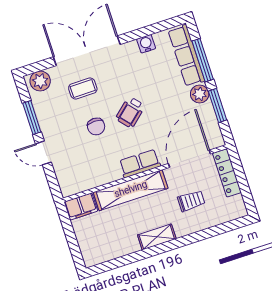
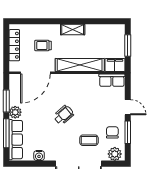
chair: (96, 126) -> (112, 132), moved
row of seats: (140, 164) -> (112, 80), moved
locker: (227, 173) -> (14, 45), moved
window: (72, 240) -> (128, 45), added

